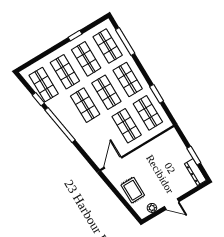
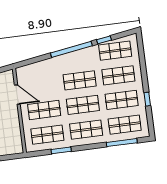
door: (113, 163) -> (17, 95), moved

